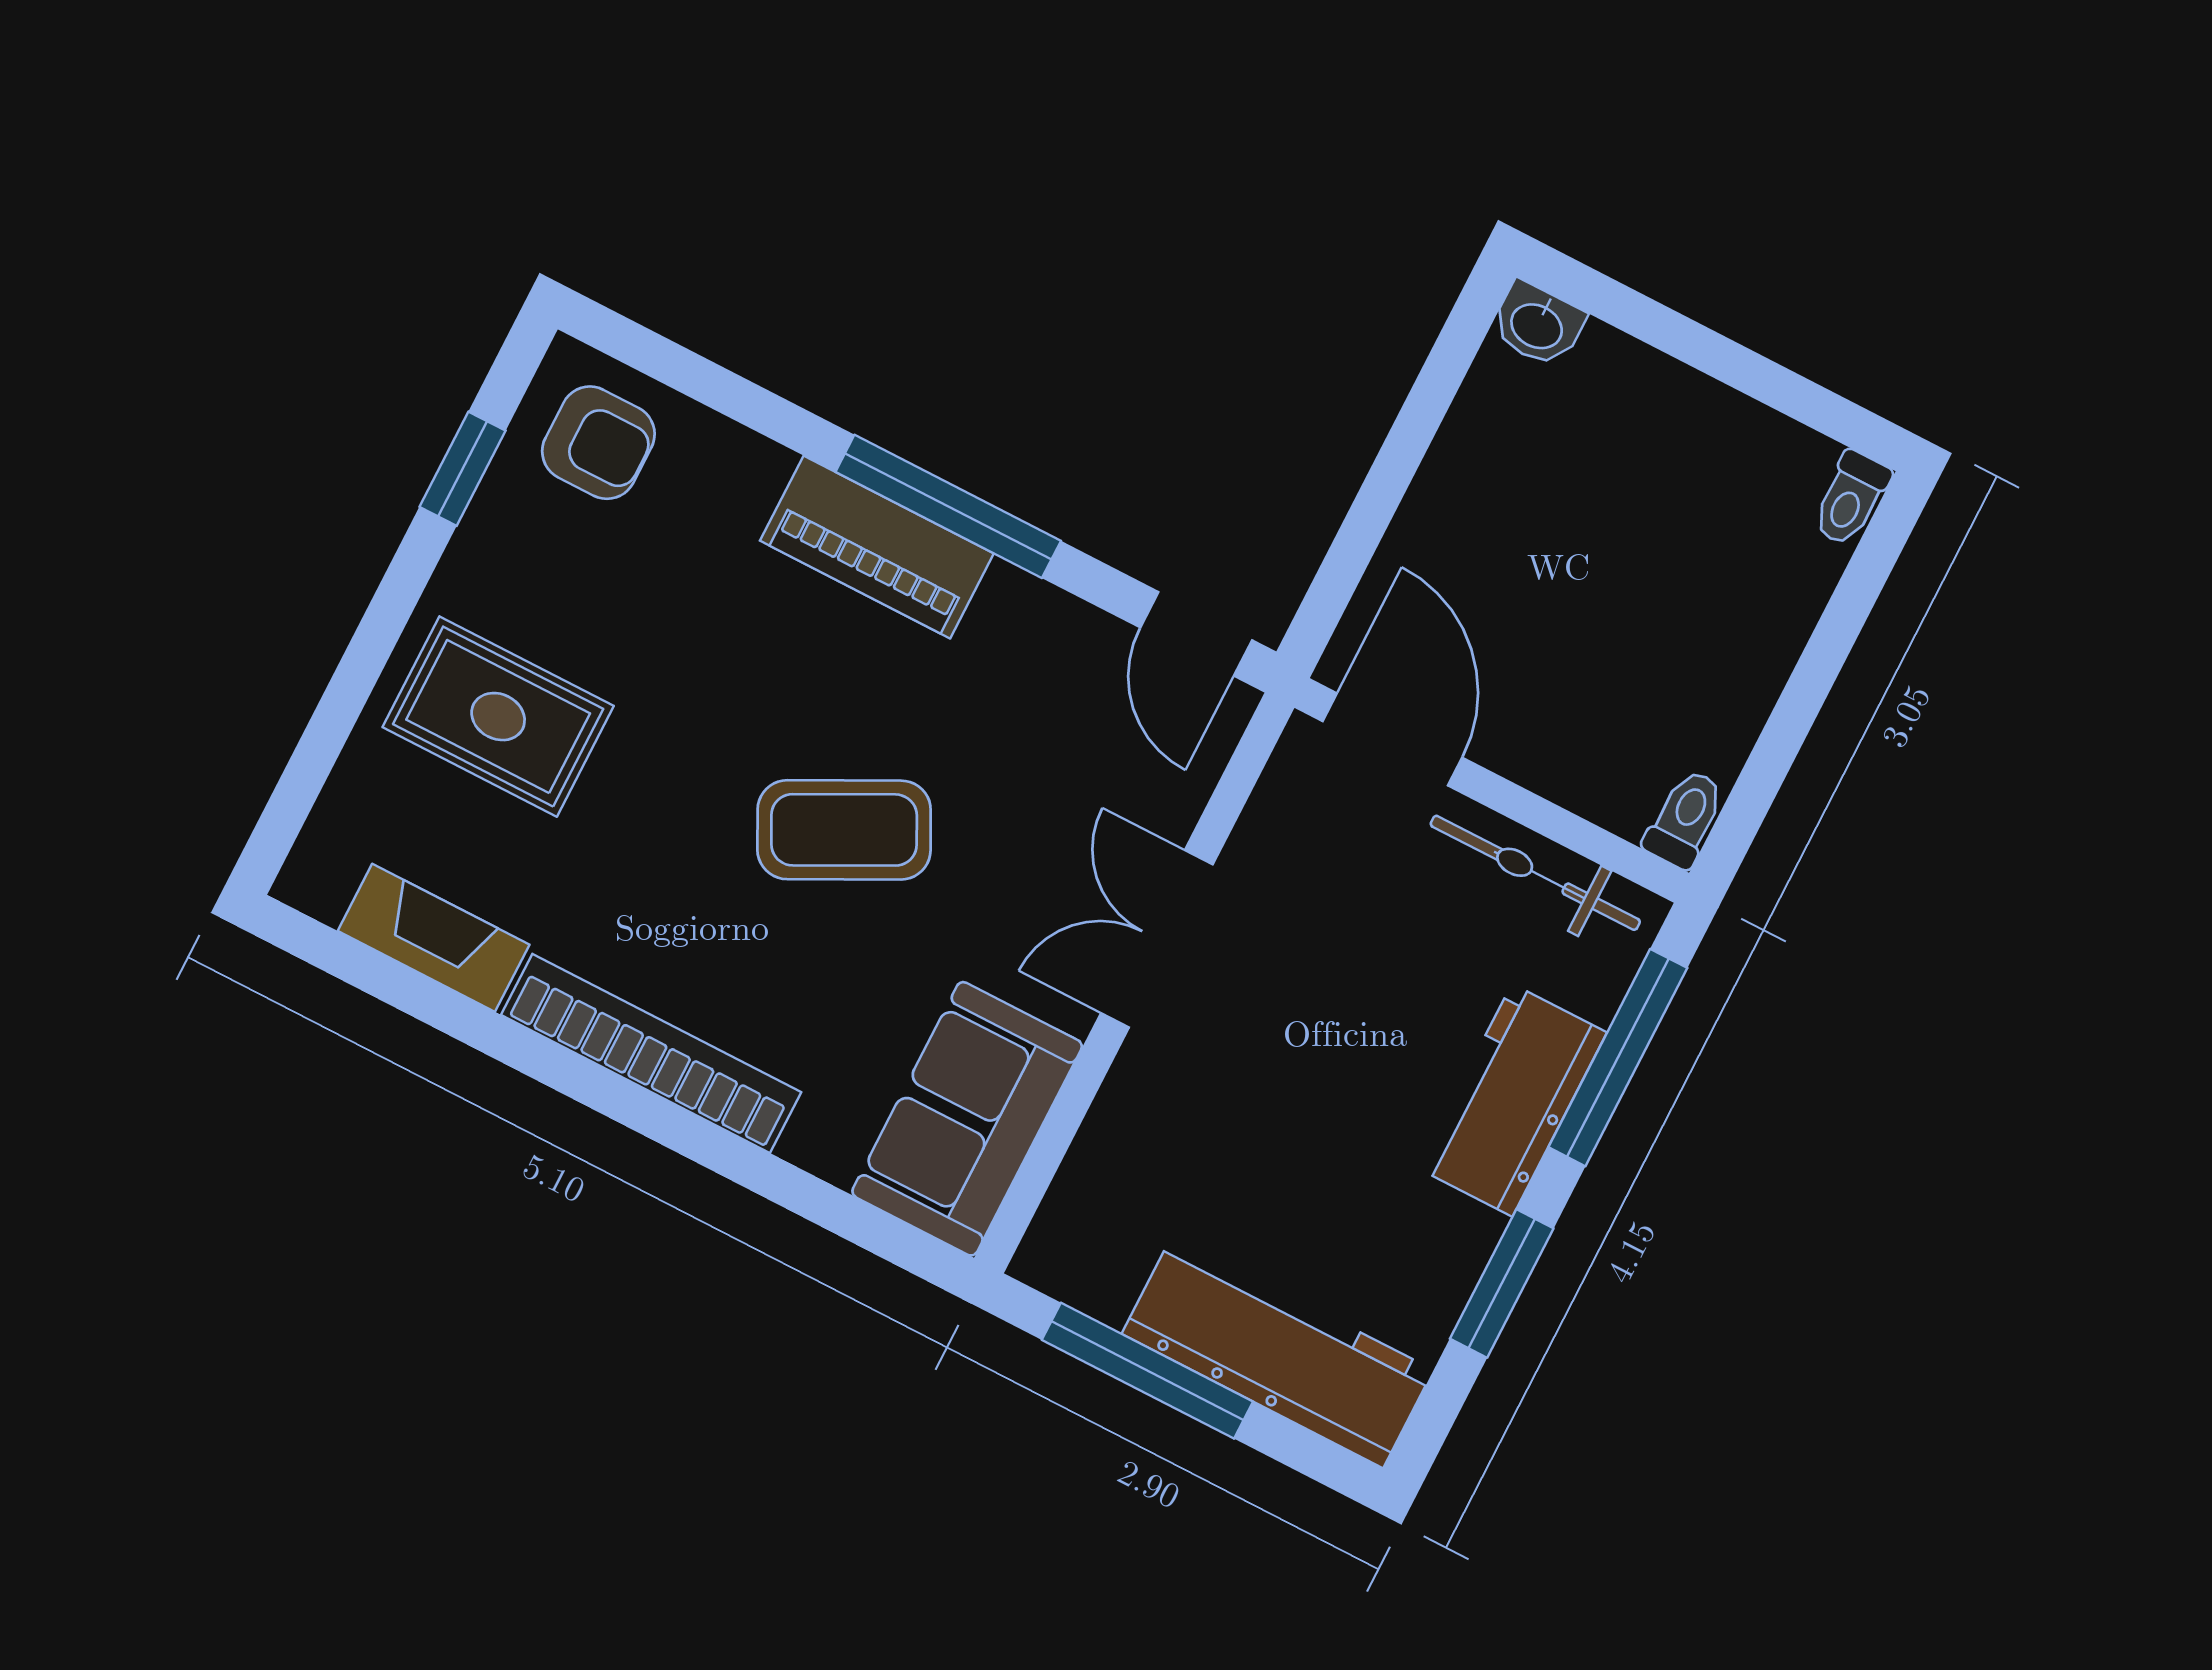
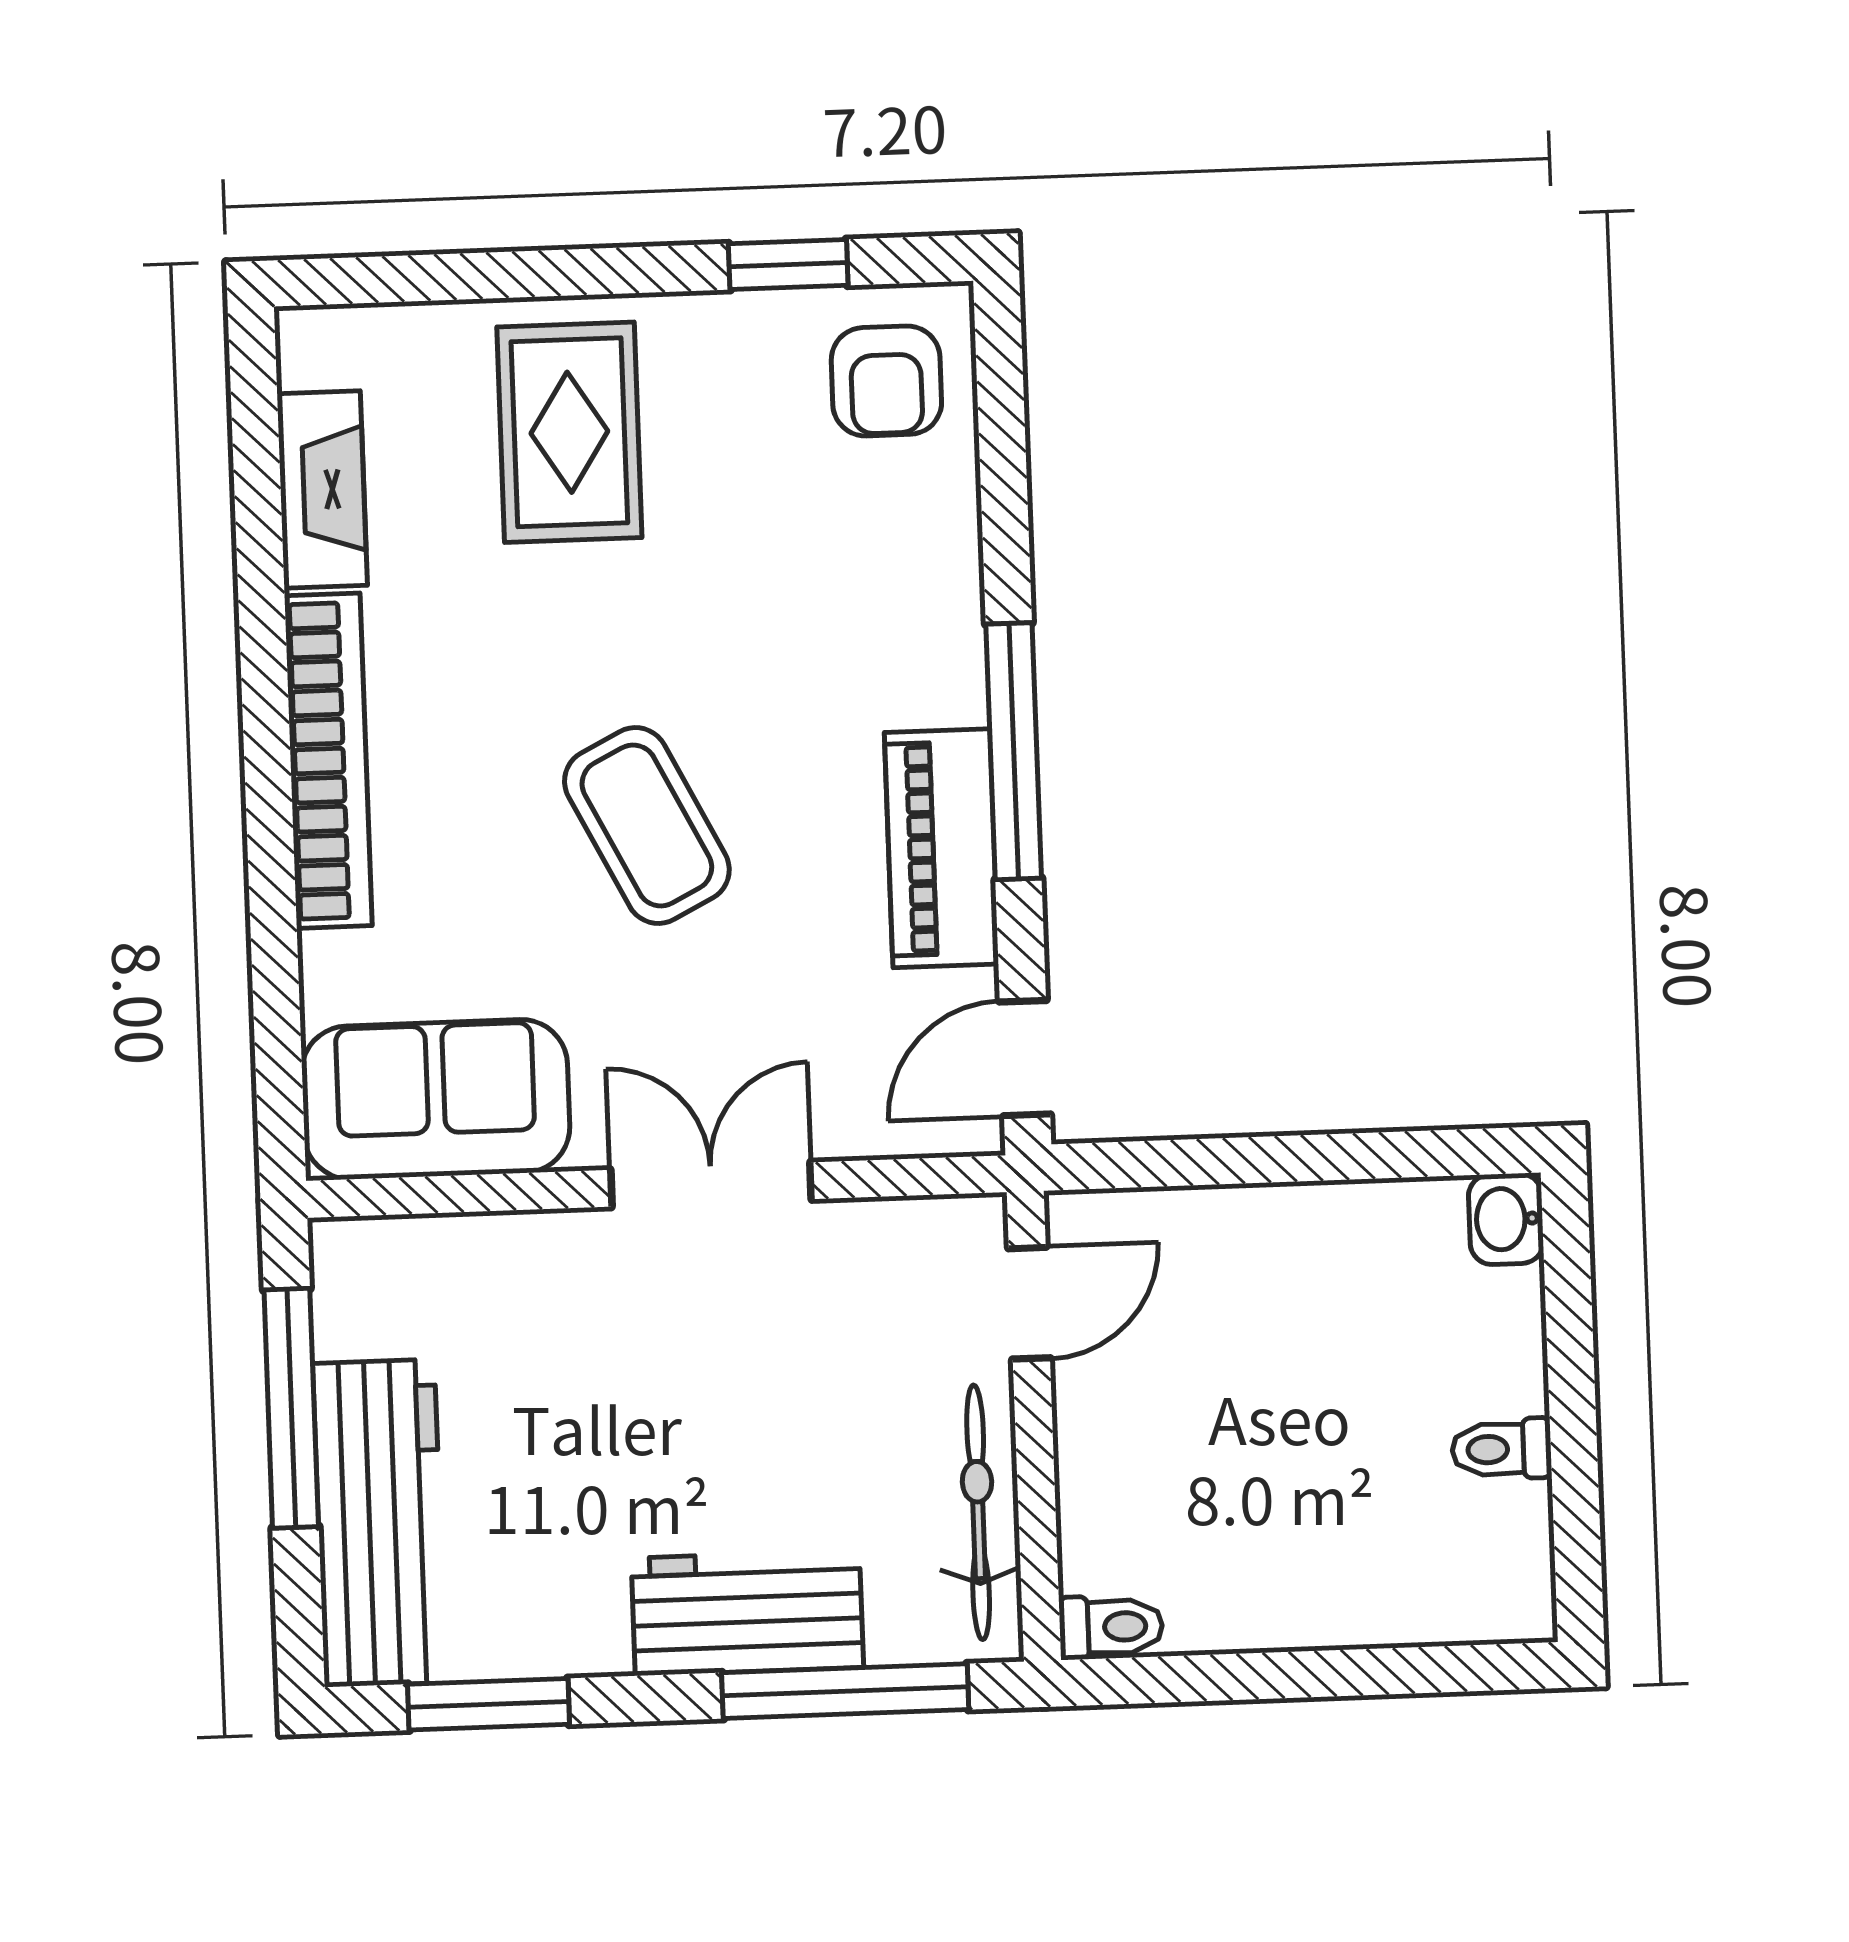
toilet: (1851, 499) -> (1502, 1449), moved
piano: (877, 547) -> (941, 848), moved
door: (1392, 739) -> (1029, 1303), width x0.73
window: (1502, 1284) -> (489, 1704), moved

